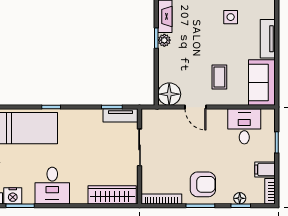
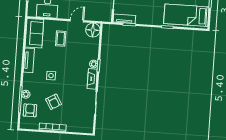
door: (196, 107) -> (77, 21), hinge flipped

